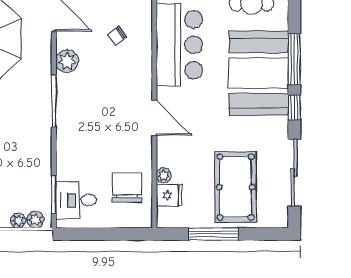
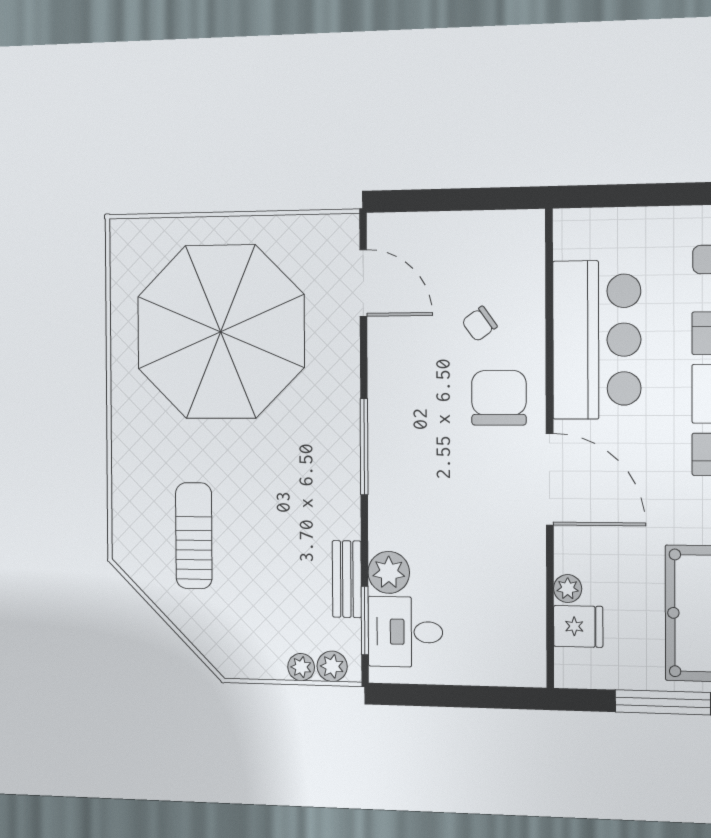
plant: (67, 61) -> (389, 572), moved
door: (154, 118) -> (550, 479), width x1.36
bench: (44, 172) -> (347, 579), added
chair: (127, 188) -> (499, 398), moved

